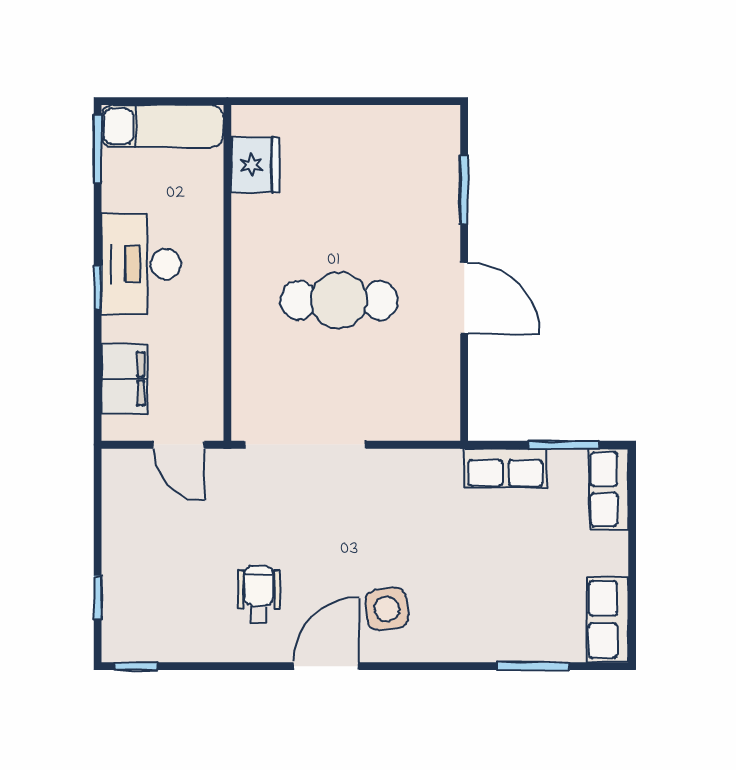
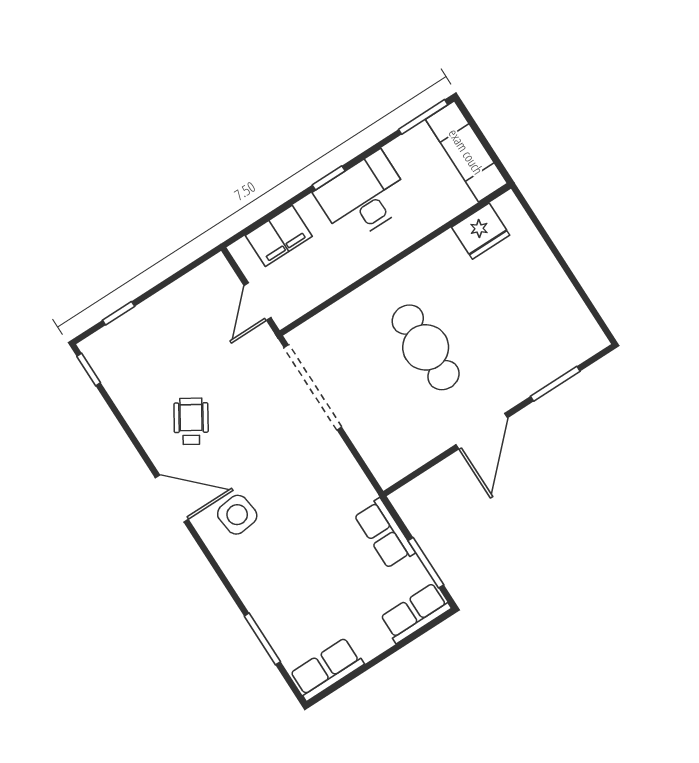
wheelchair: (259, 594) -> (191, 421), turned -58

